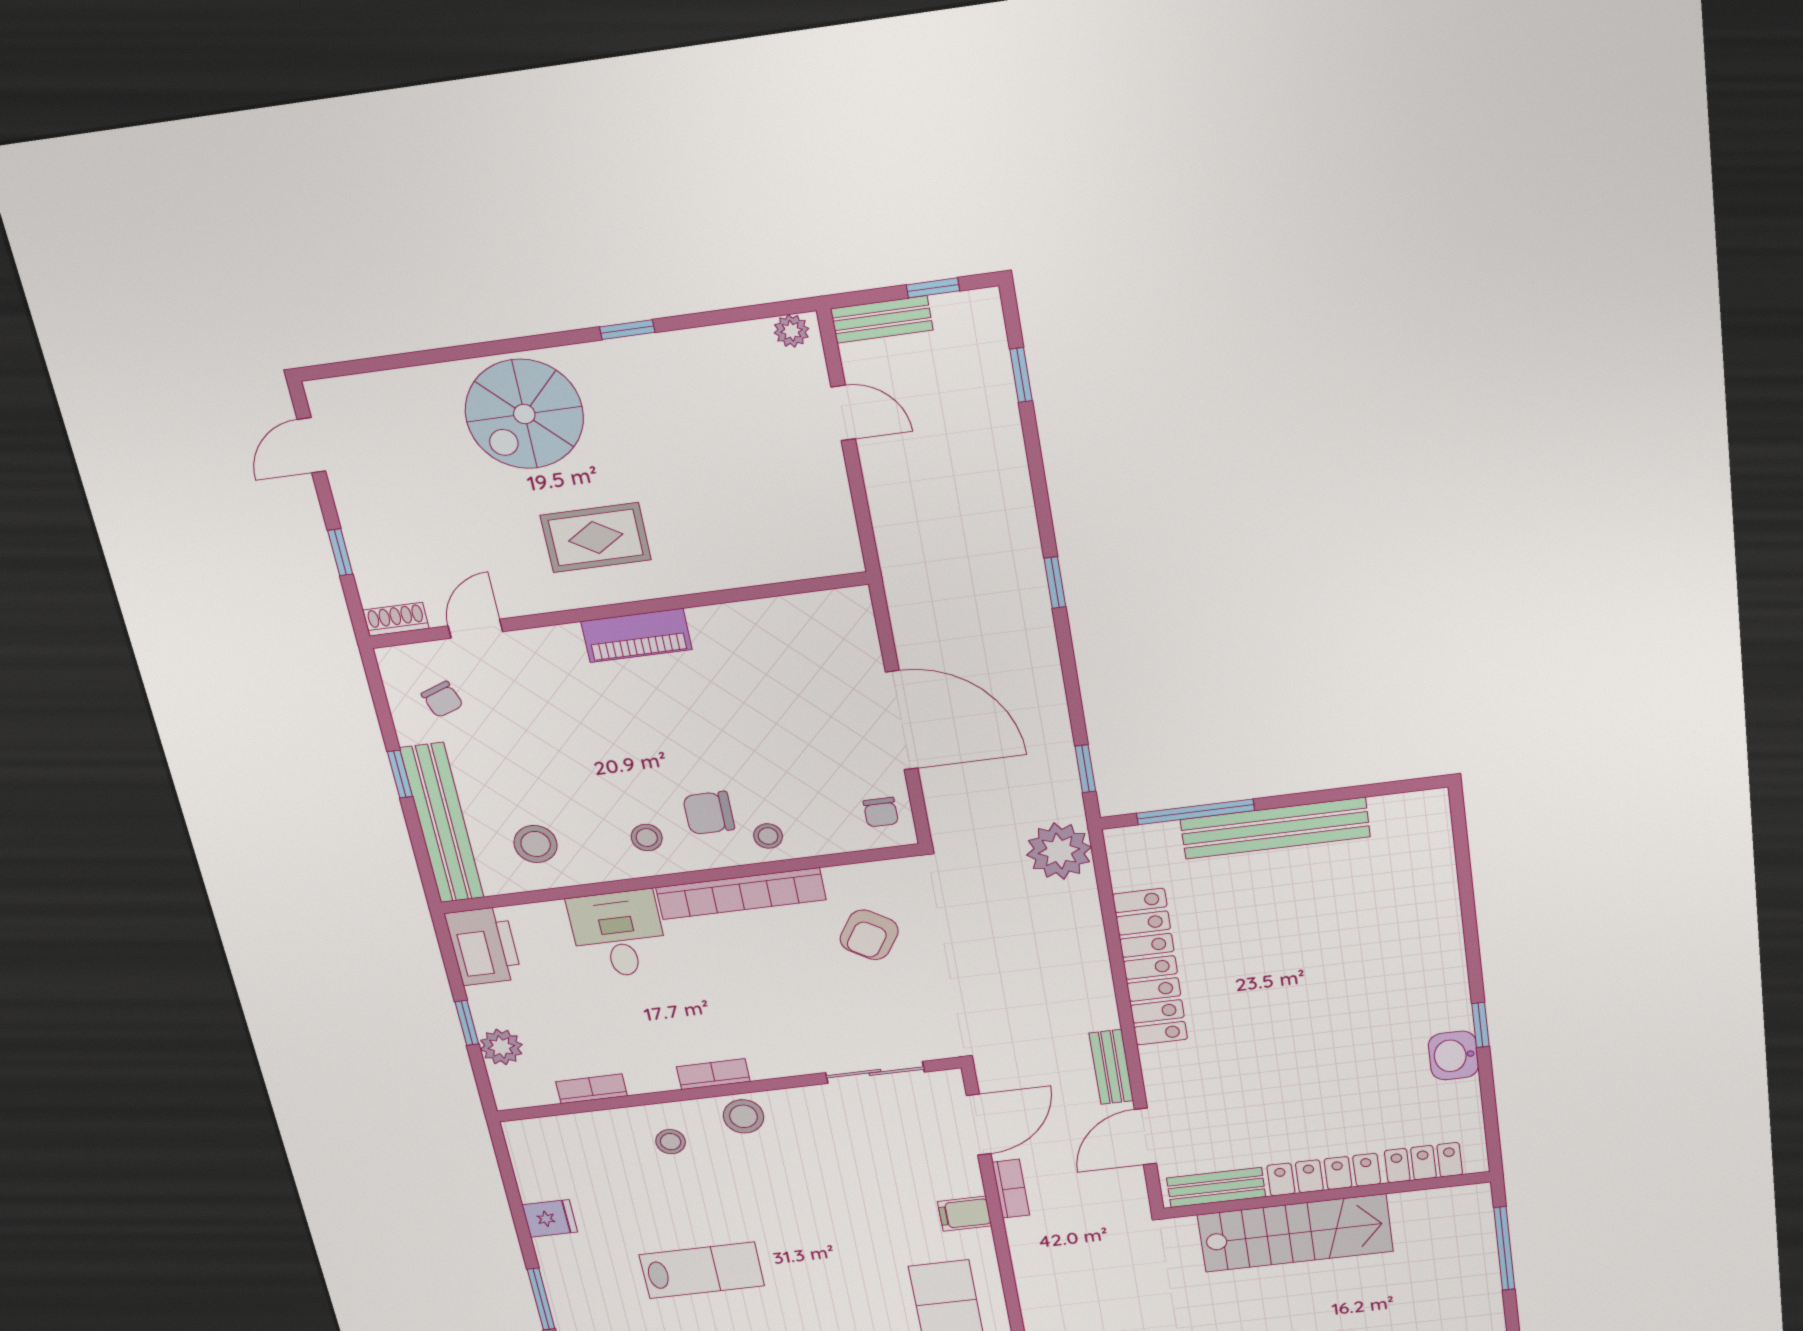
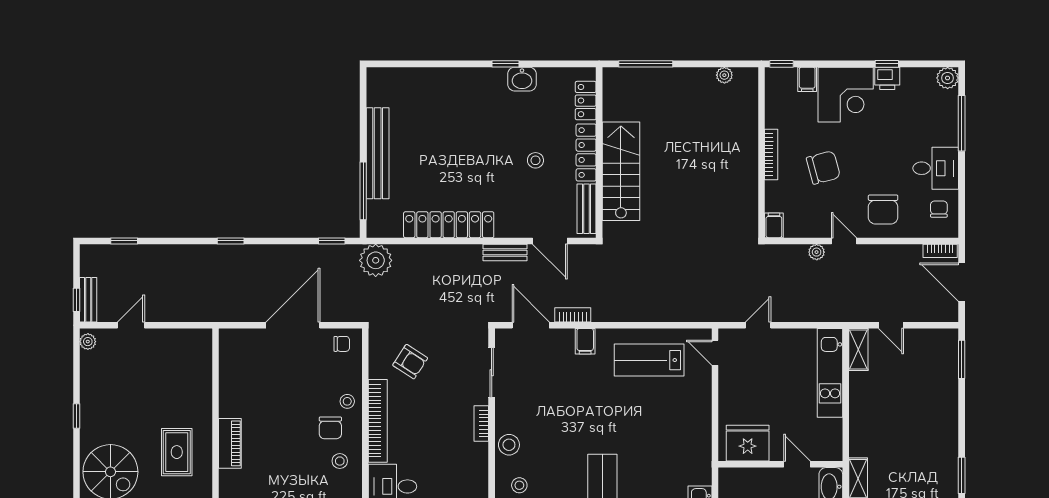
window: (933, 288) -> (76, 300), moved
bookcase: (713, 1074) -> (481, 424), moved
stool: (1298, 1096) -> (535, 160), added

